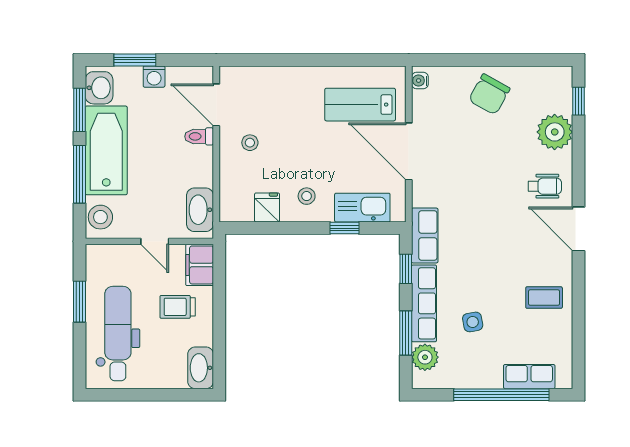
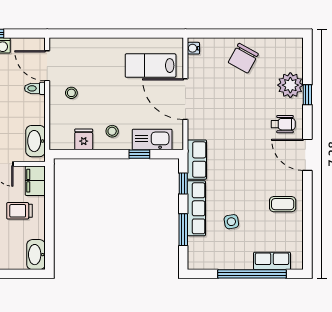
window: (578, 101) -> (307, 95), moved
plant: (425, 357) -> (197, 247), removed

